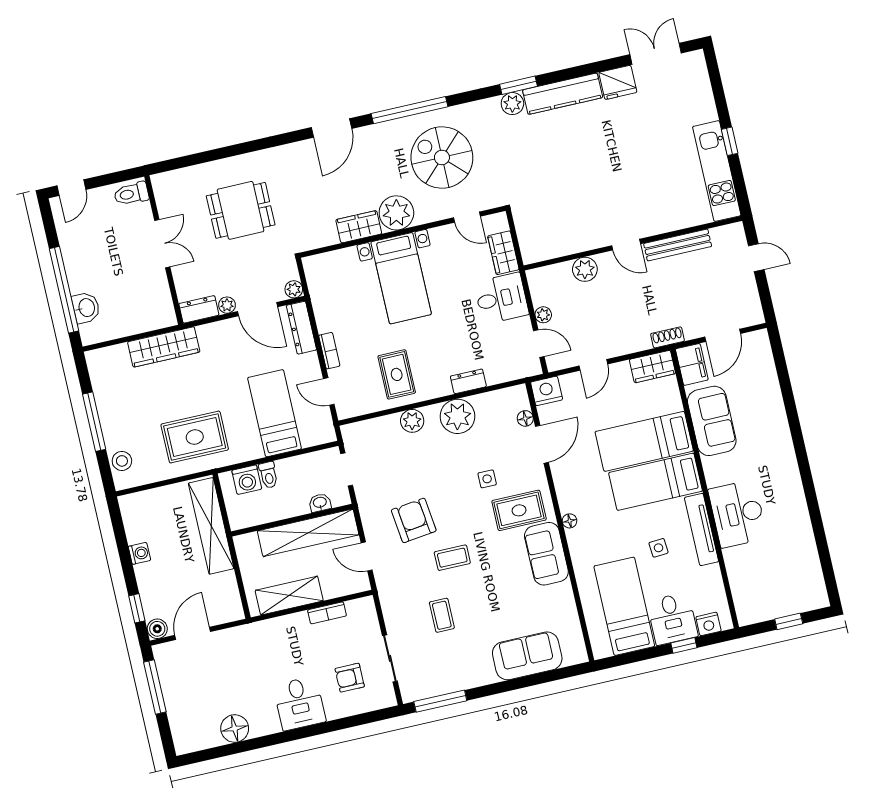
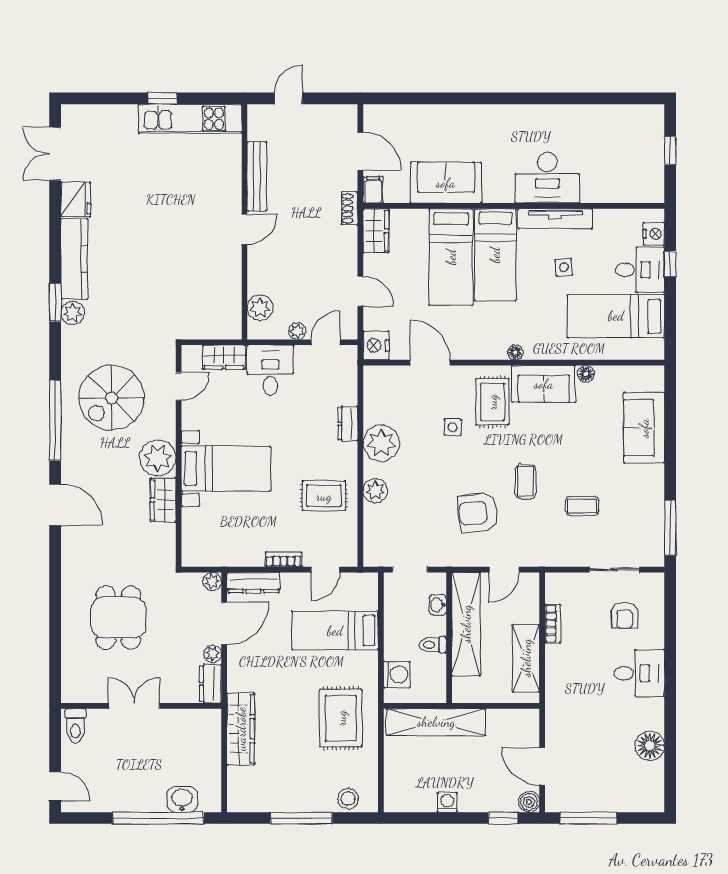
plant: (585, 269) -> (260, 308), moved
filing cabinet: (692, 364) -> (373, 190), width x0.50
floor lamp: (525, 418) -> (586, 374), moved
toilet: (268, 475) -> (433, 645), moved, turned 180

